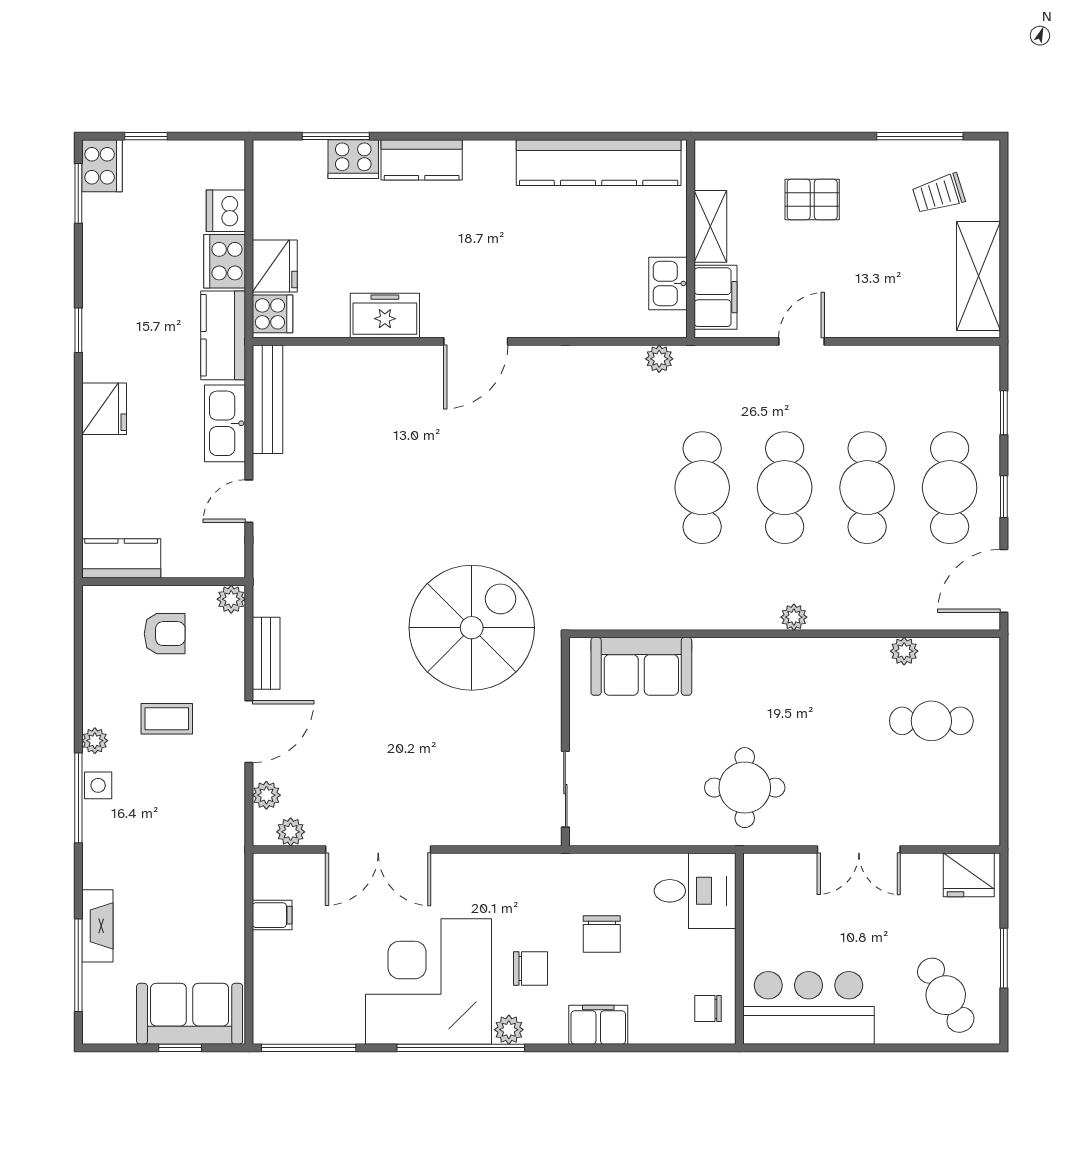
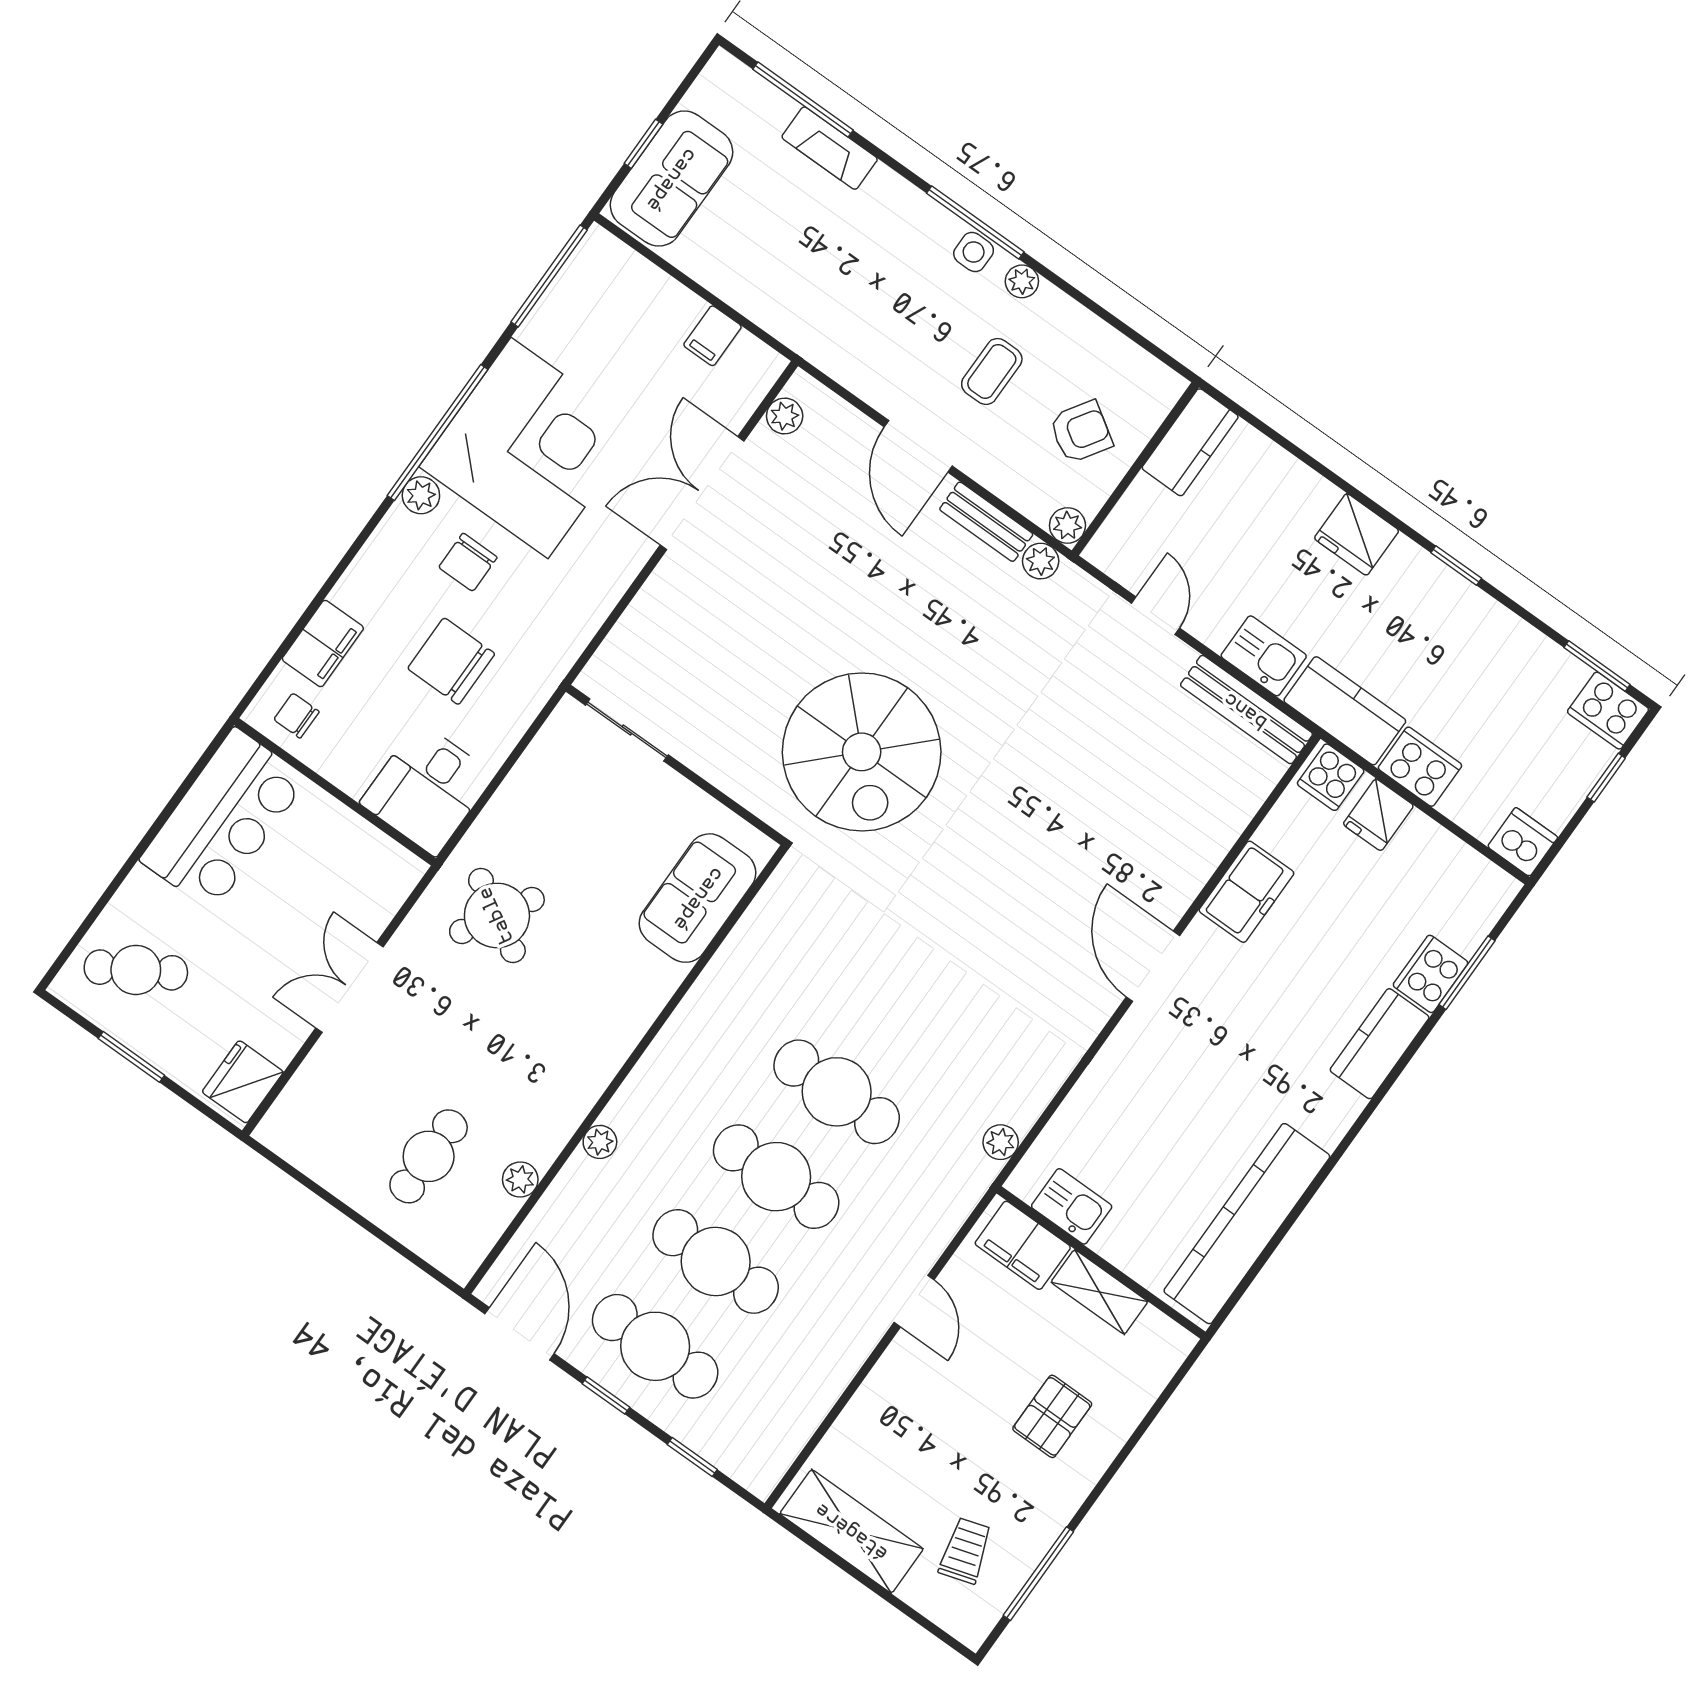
dishwasher: (226, 211) -> (1523, 842), moved
fridge: (275, 266) -> (1378, 815), width x0.72
kitchen sink: (225, 423) -> (1264, 656), width x0.73
plant: (794, 617) -> (600, 1142), moved
armchair: (165, 634) -> (1081, 432), turned -147
round table: (745, 788) -> (497, 915), turned 30
plant: (266, 795) -> (1041, 561), moved
chair: (602, 934) -> (451, 661), width x1.37, depth x1.37
chair: (708, 1009) -> (296, 716), turned -90
filing cabinet: (598, 1025) -> (323, 644), moved

